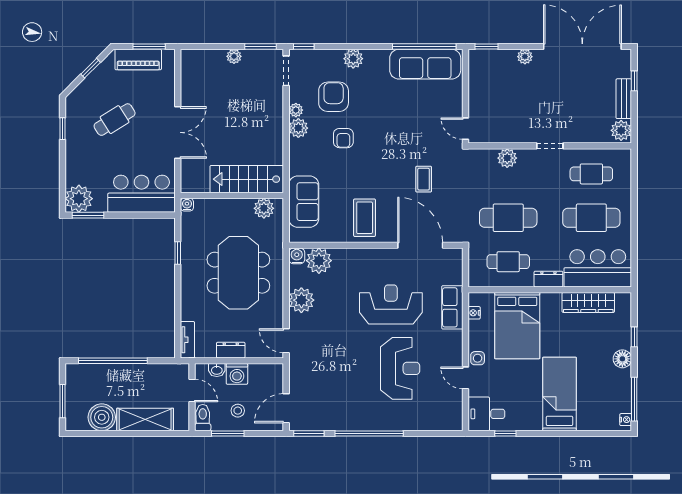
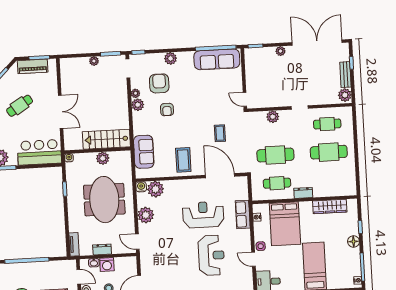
plant: (264, 208) -> (103, 158), moved
bar counter: (598, 268) -> (335, 184), removed

